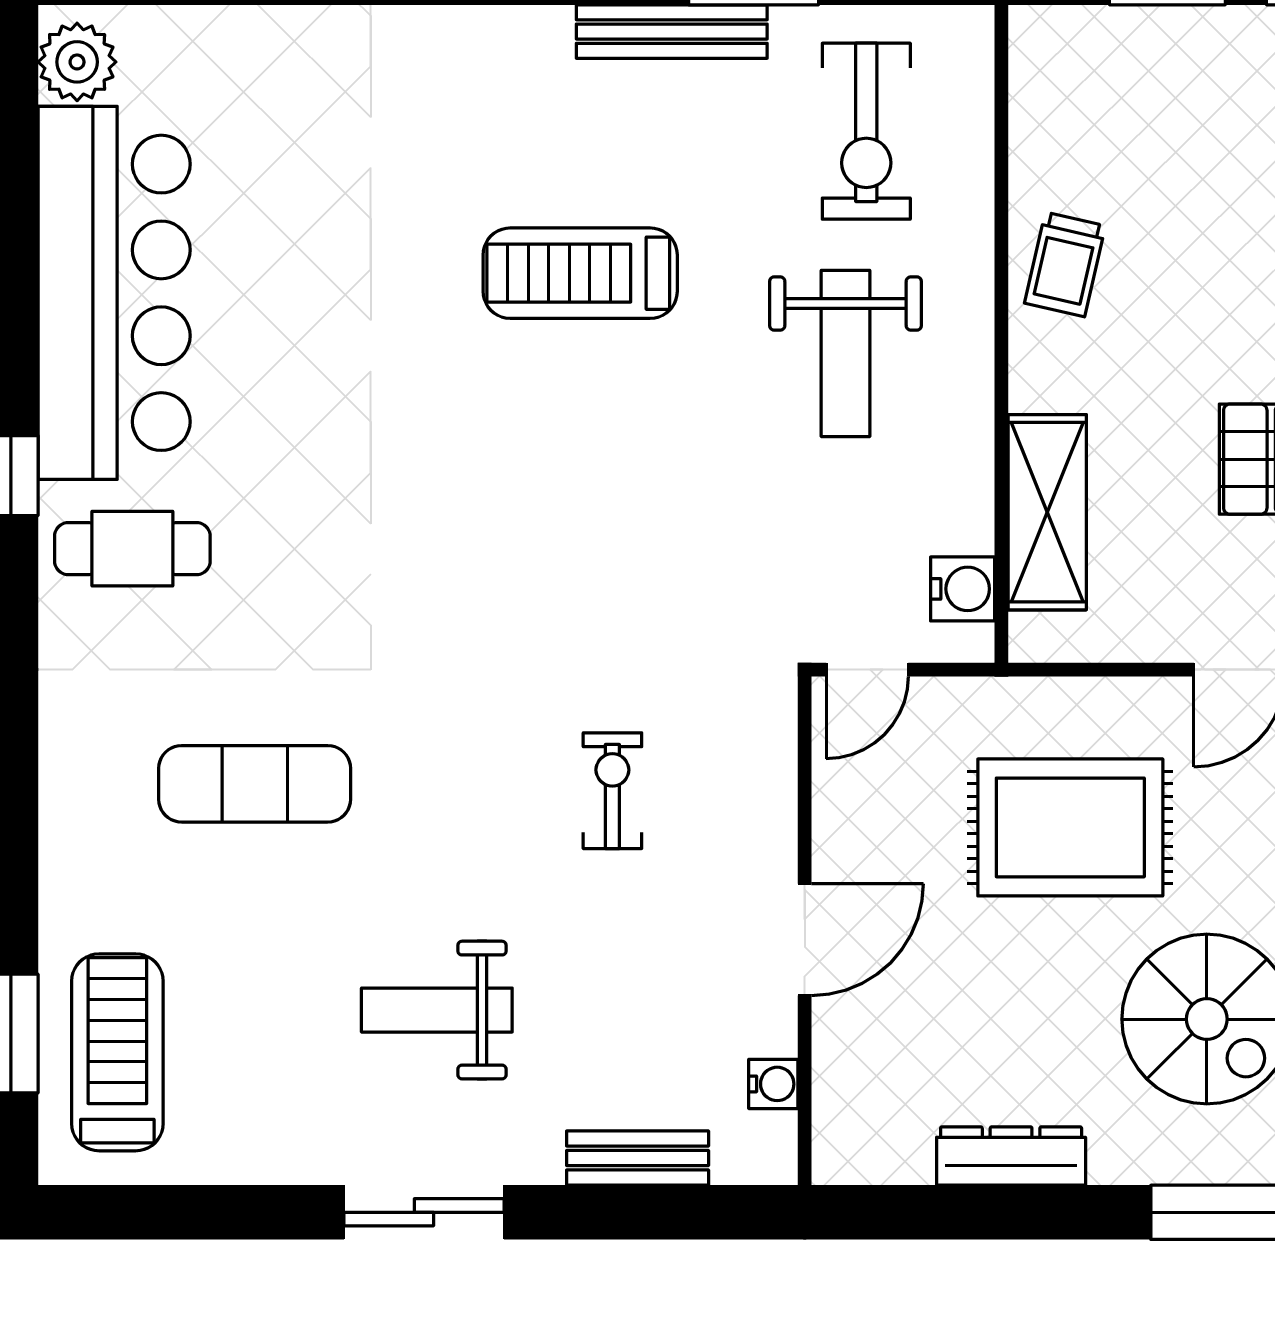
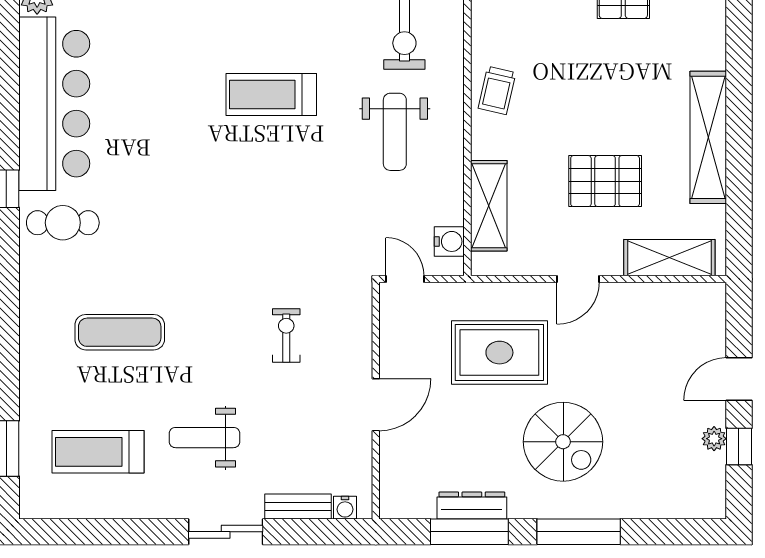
door: (867, 670) -> (405, 279), swing flipped
treadmill: (117, 1052) -> (98, 452), moved, turned -90
water cooler: (773, 1084) -> (345, 508), moved, turned 90
sliding door: (424, 1212) -> (226, 532), moved
window: (1006, 1212) -> (469, 532), added

